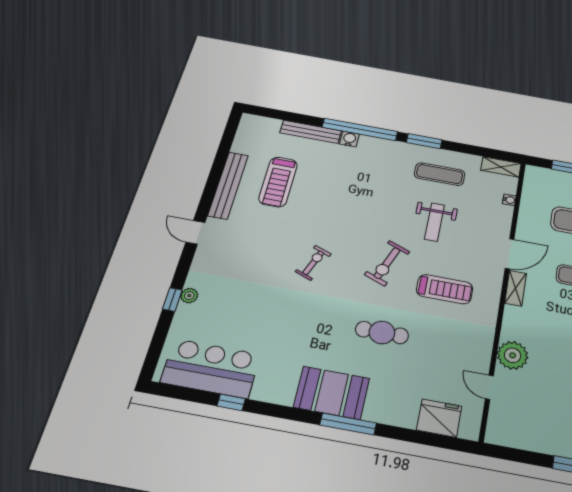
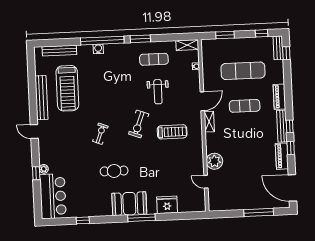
bench: (311, 132) -> (59, 51), moved
treadmill: (278, 182) -> (67, 88), width x1.37, depth x1.38
cafe table: (382, 332) -> (114, 171), moved
bar counter: (211, 368) -> (53, 196), moved, turned 90
fridge: (439, 418) -> (167, 205), moved

